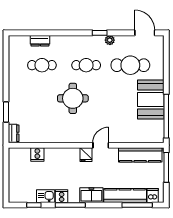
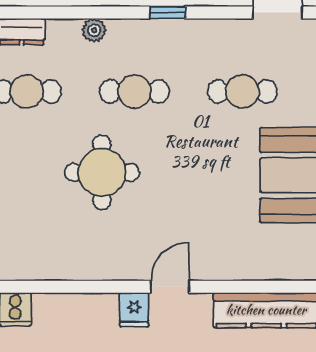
plant: (110, 40) -> (94, 30), moved
cafe table: (130, 65) -> (242, 91), width x0.73, depth x0.74

